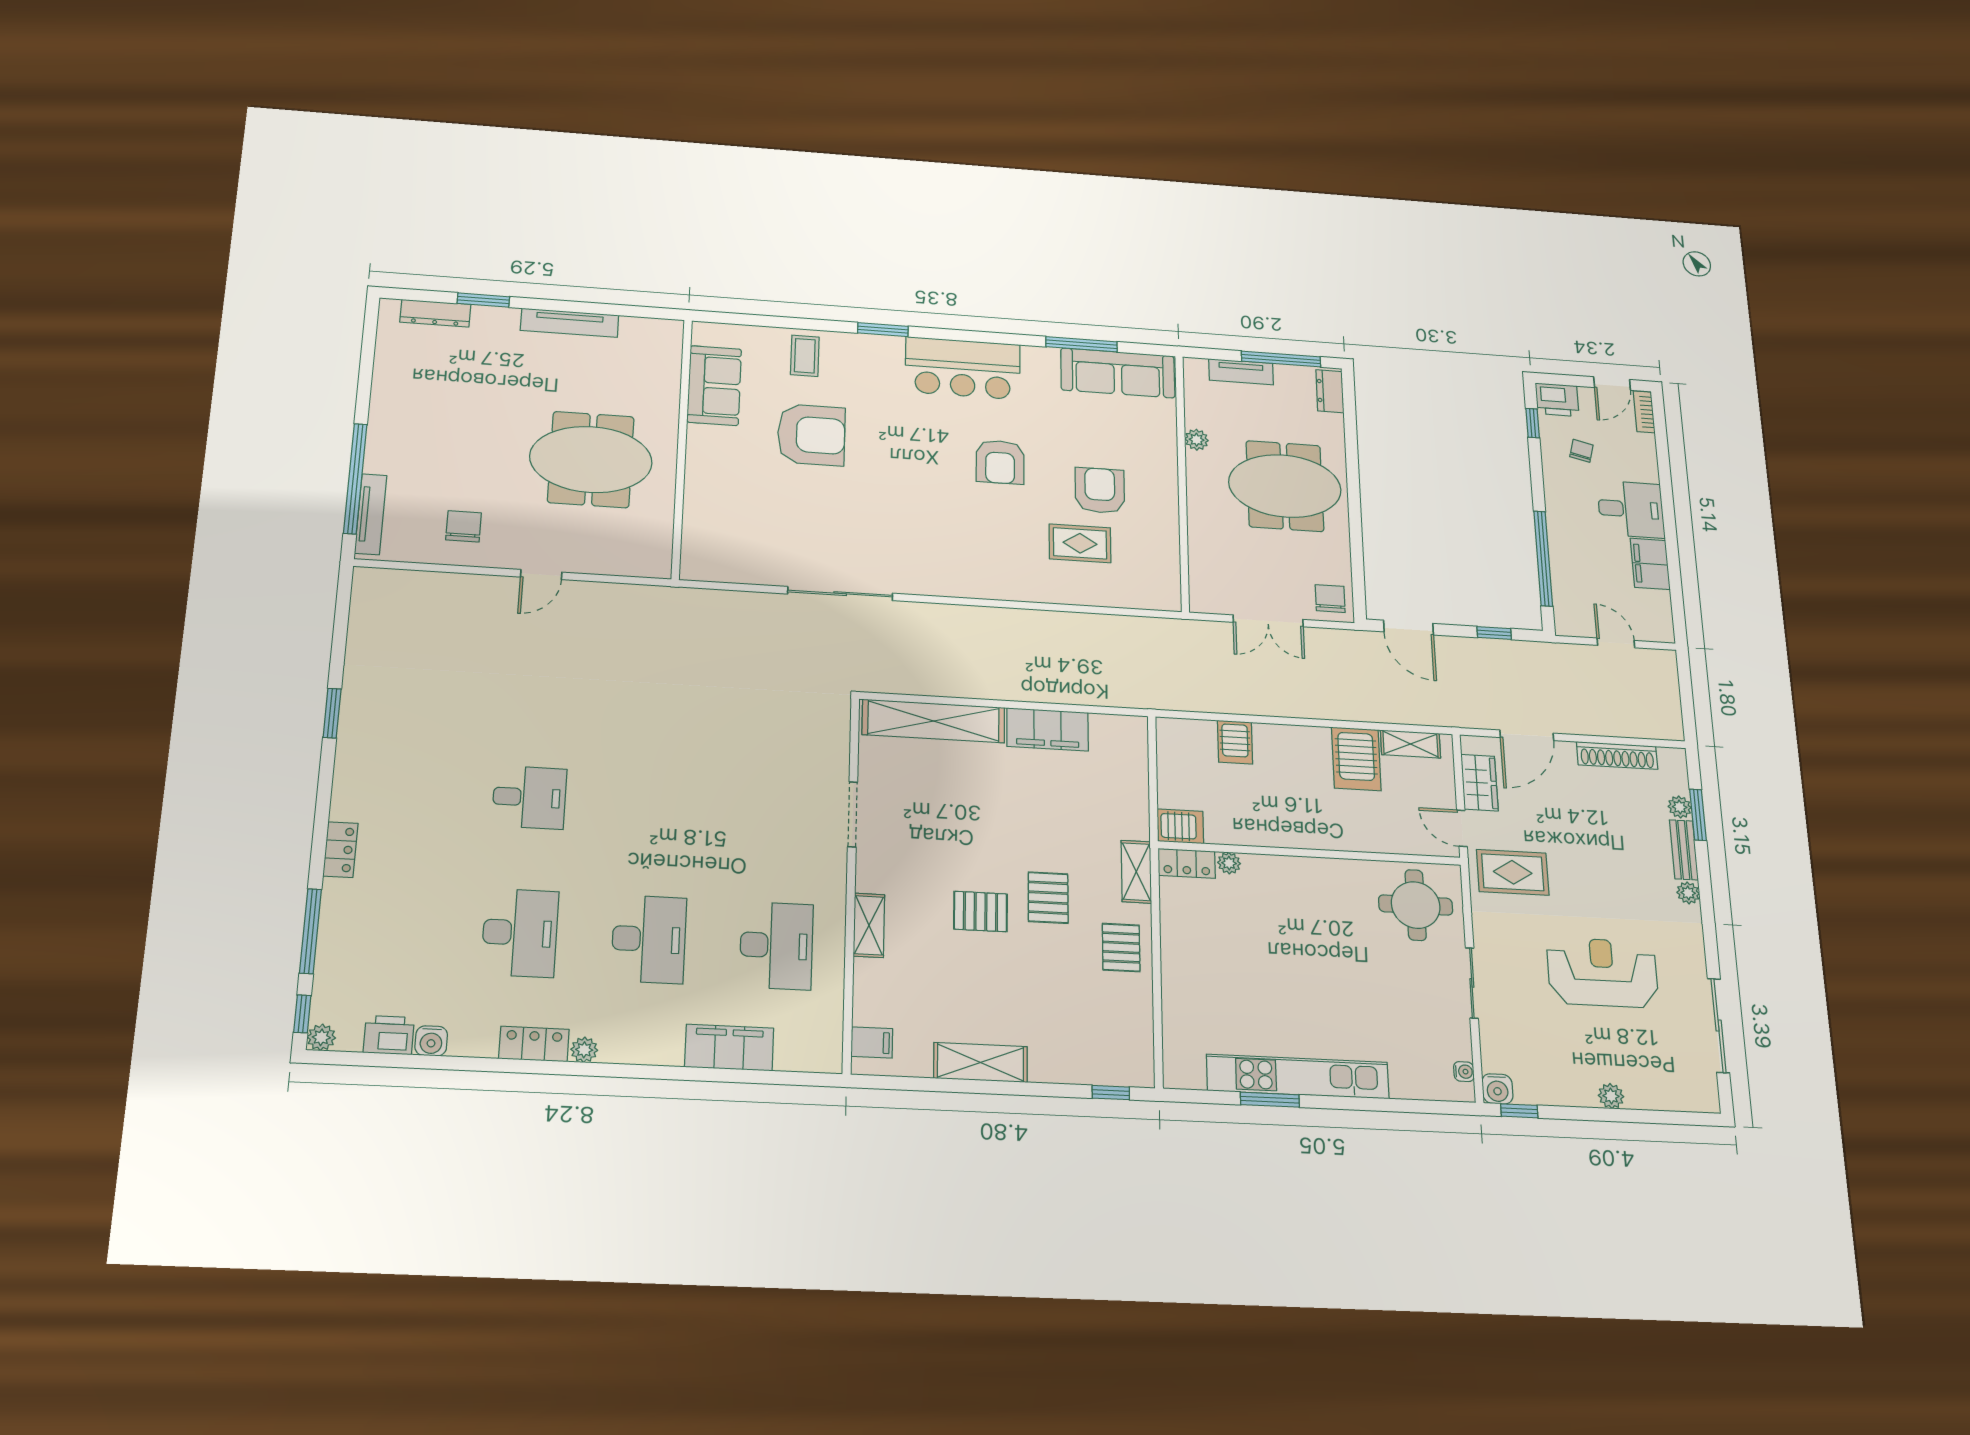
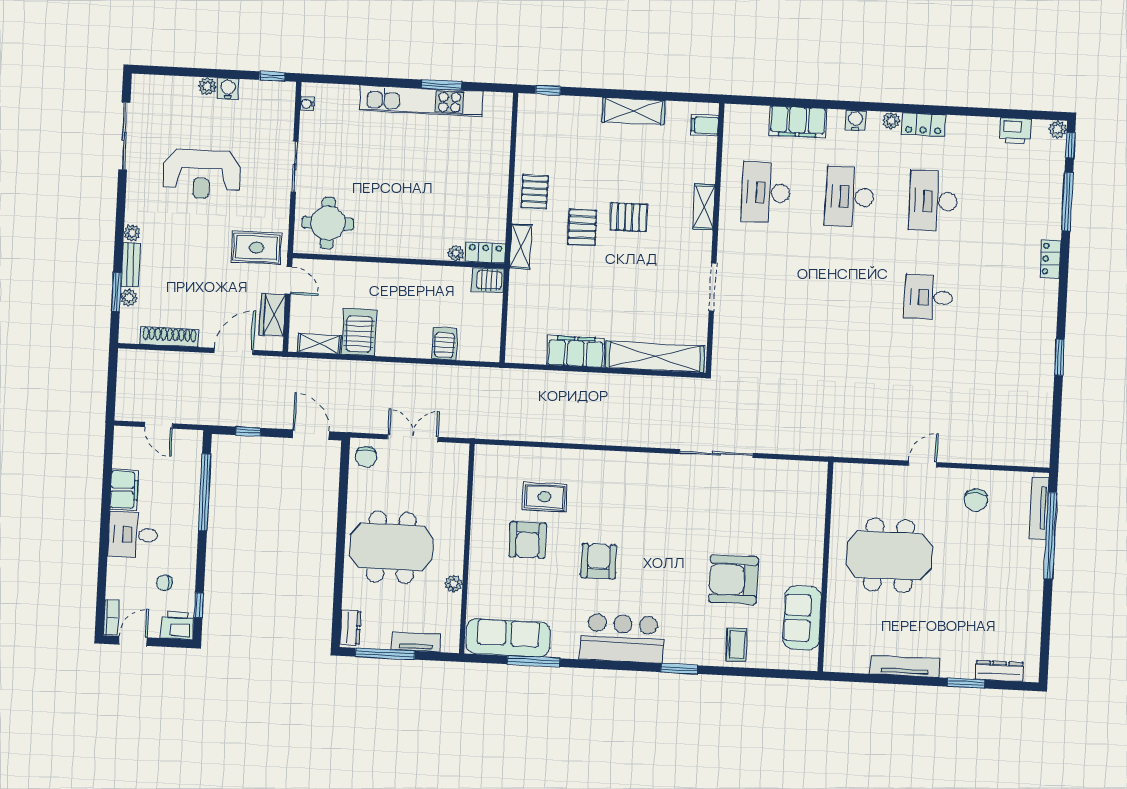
chair: (1581, 451) -> (164, 583), turned 76
water cooler: (431, 1041) -> (855, 120), moved
water cooler: (1497, 1089) -> (228, 89), moved

